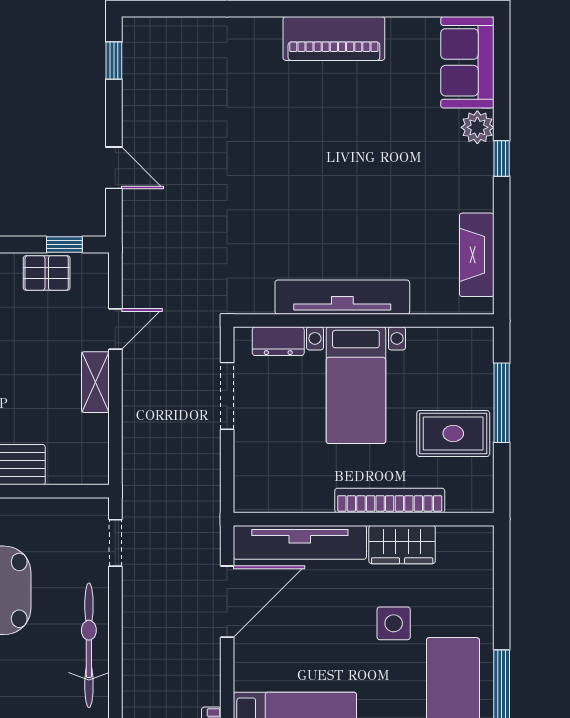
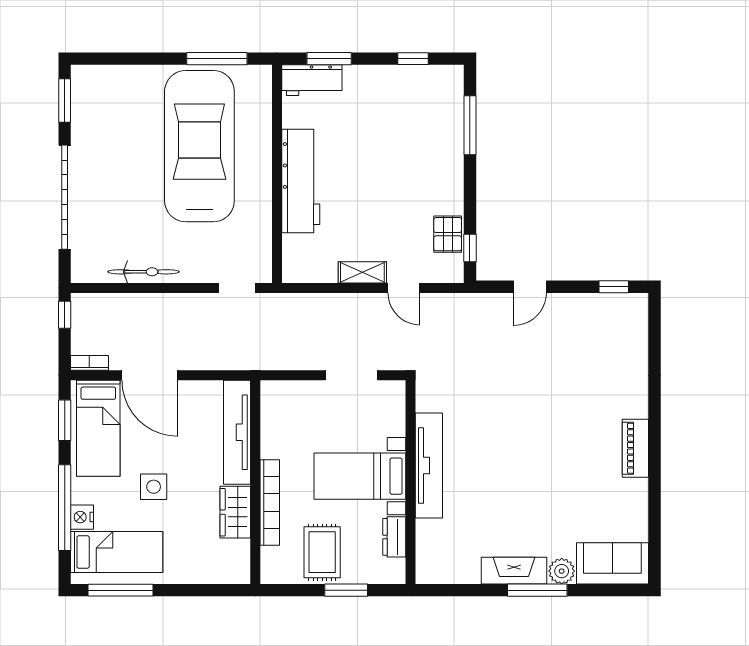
piano: (334, 38) -> (635, 448), width x0.73, depth x0.75
window: (502, 158) -> (537, 590), width x2.17
fireplace: (477, 255) -> (514, 571), moved
dresser: (278, 341) -> (394, 537), moved
window: (502, 403) -> (346, 590), width x0.69
door: (227, 602) -> (150, 375), moved
side table: (394, 623) -> (154, 487), moved
bicycle: (89, 645) -> (143, 272), width x0.73, depth x0.71

